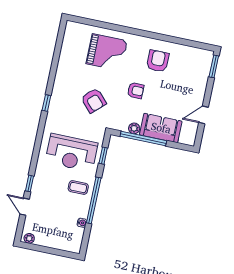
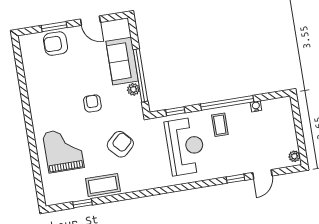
armchair: (158, 61) -> (55, 44), moved
window: (214, 66) -> (54, 27), moved
coffee table: (66, 73) -> (103, 185), added
window: (46, 103) -> (83, 203), moved

